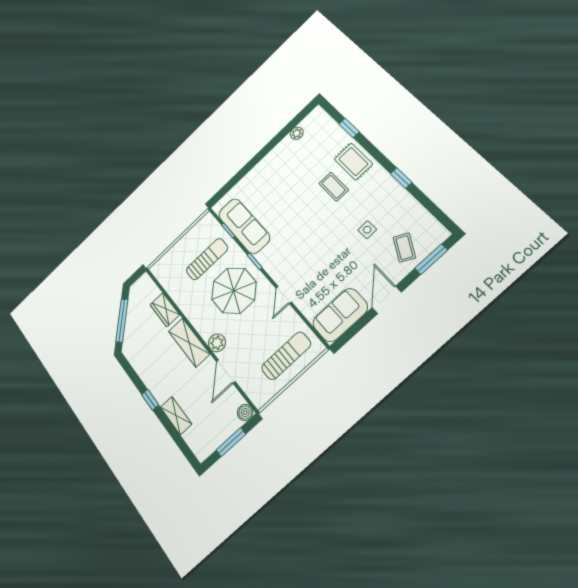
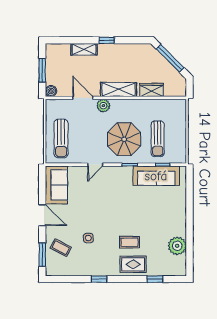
plant: (297, 133) -> (177, 246), width x1.87, depth x1.87
door: (284, 295) -> (95, 165), swing flipped

